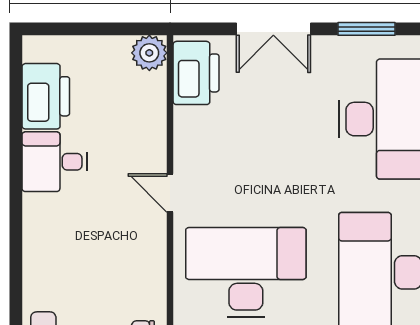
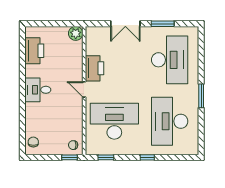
printer: (196, 73) -> (94, 68), moved
desk: (55, 162) -> (38, 90), moved

